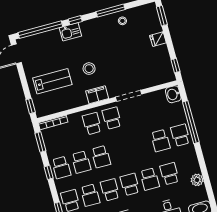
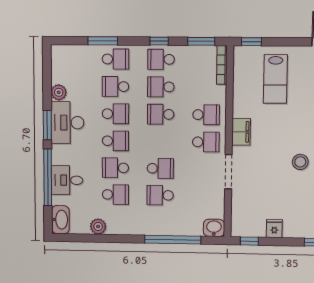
fridge: (158, 39) -> (274, 229), moved
stool: (89, 69) -> (300, 162), moved
school desk: (180, 135) -> (160, 168), moved

